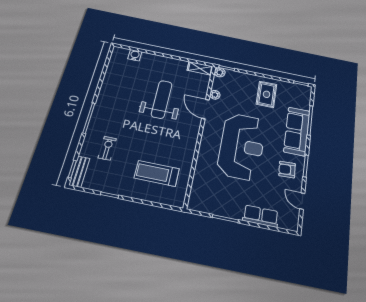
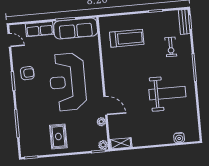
weight bench: (162, 99) -> (167, 93), moved, turned -90
sofa: (297, 131) -> (76, 29), moved, turned 90
door: (302, 201) -> (9, 40), moved

